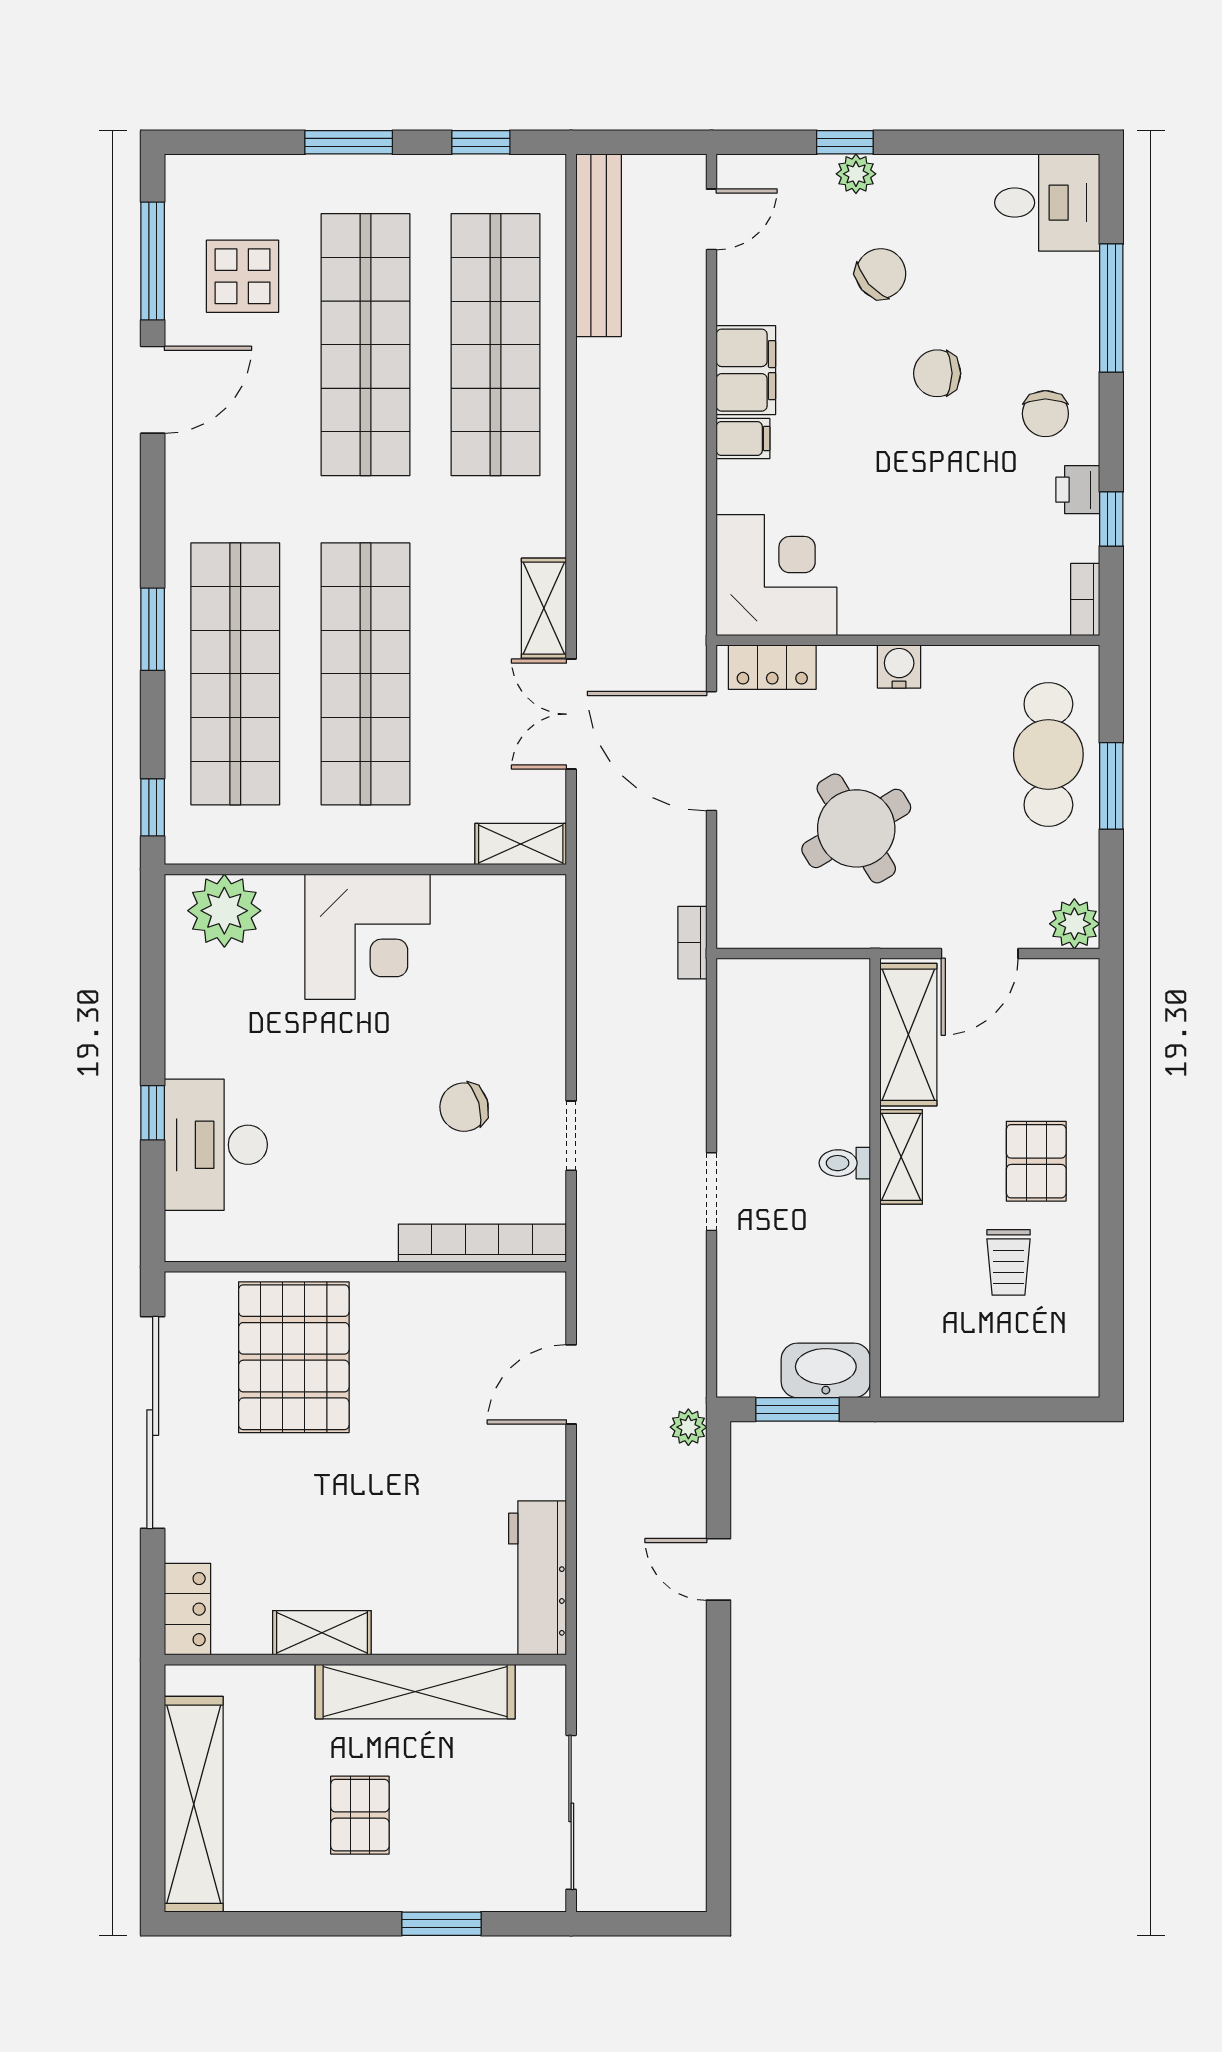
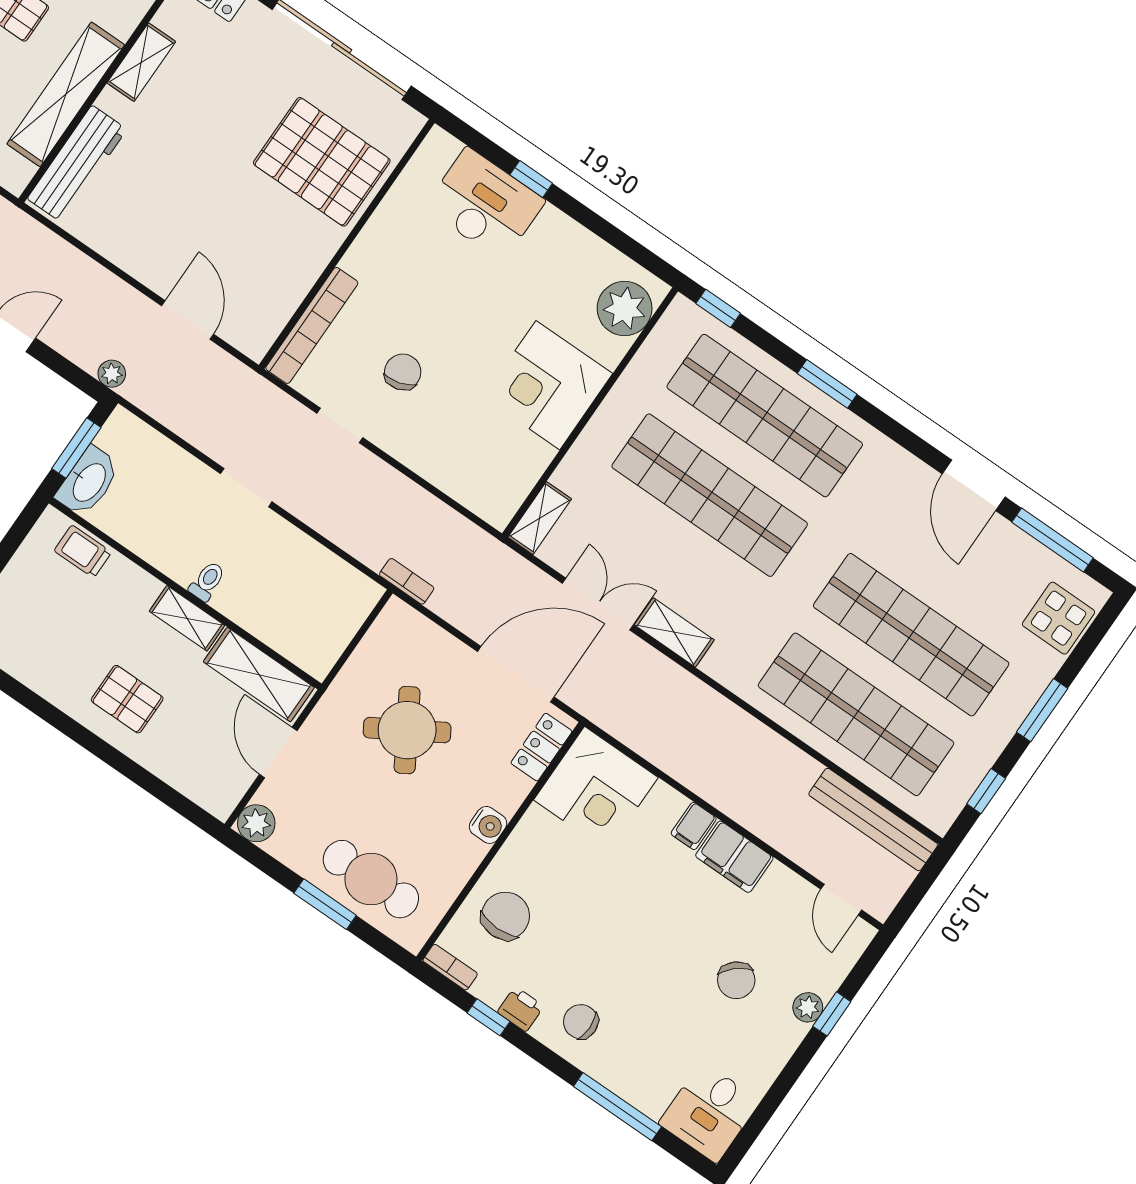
display table: (243, 276) -> (1059, 618), moved
chair: (937, 373) -> (506, 916), moved, width x1.37, depth x1.37
trolley: (1008, 1262) -> (83, 551), moved
workbench: (538, 1578) -> (77, 164), moved, turned 90

